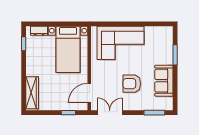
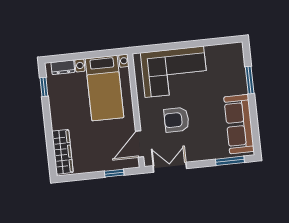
sofa: (164, 81) -> (239, 124), width x1.36
armchair: (132, 84) -> (176, 120), moved

